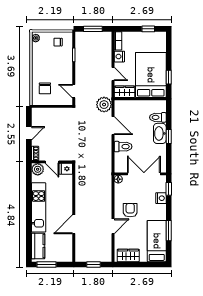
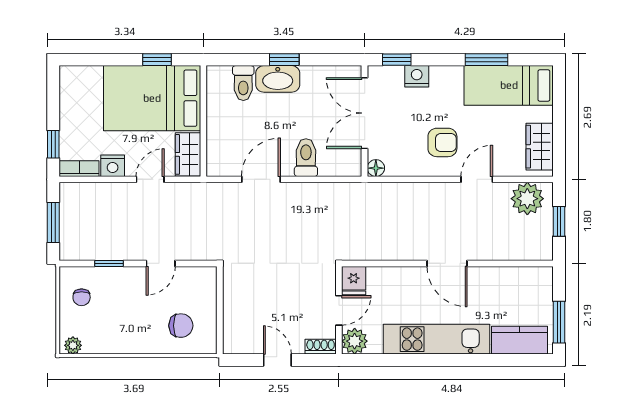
window: (148, 29) -> (53, 144), moved
door: (74, 91) -> (161, 263), moved
plant: (104, 105) -> (527, 199), moved
armchair: (130, 210) -> (442, 142), turned 180
door: (74, 224) -> (447, 263), moved
door: (113, 226) -> (477, 179), hinge flipped

